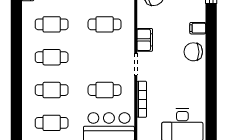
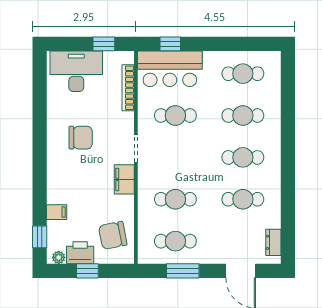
filing cabinet: (198, 28) -> (57, 212), moved
chair: (193, 52) -> (81, 138), moved
bookcase: (142, 99) -> (128, 88), moved

